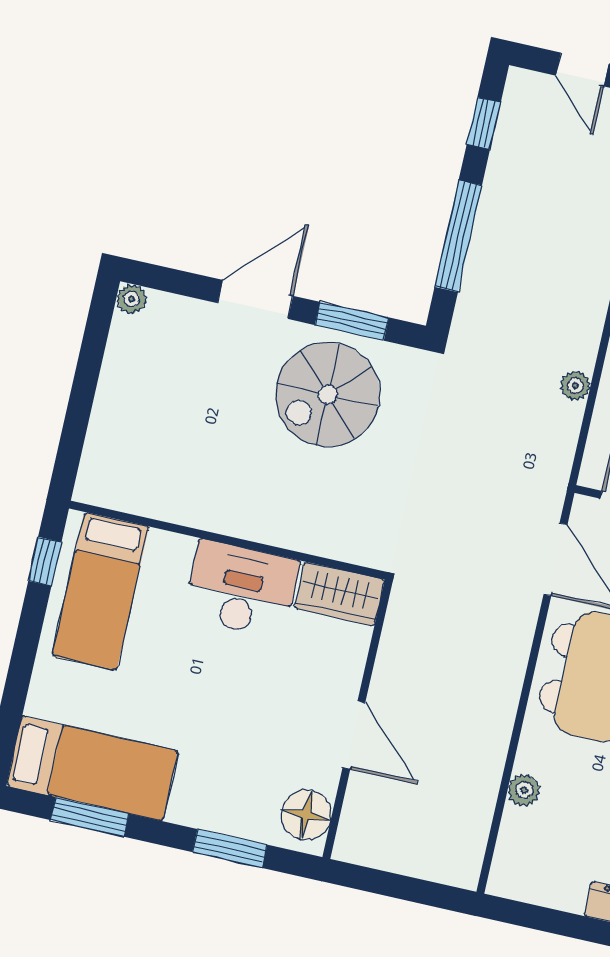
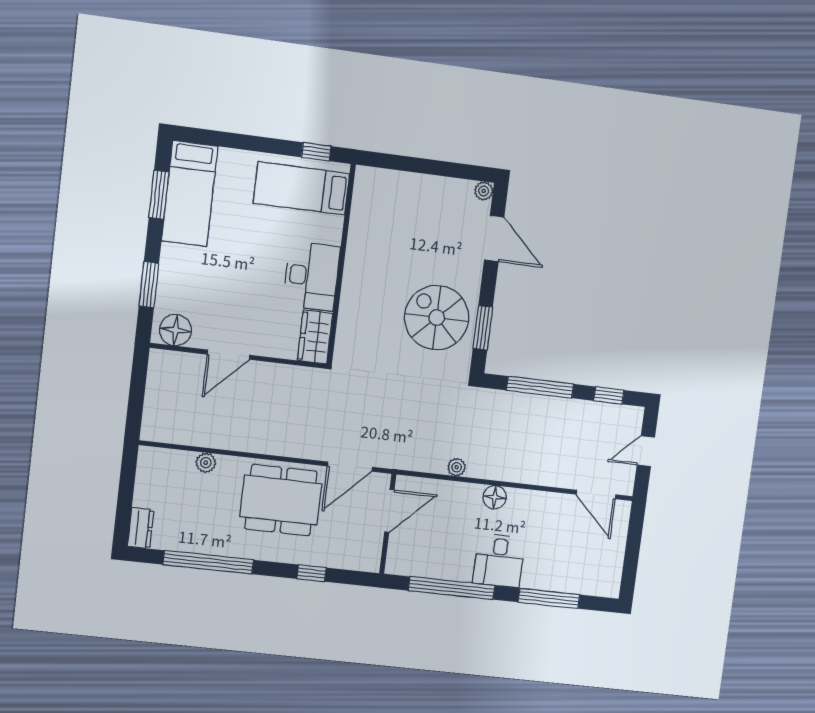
door: (255, 299) -> (494, 239), moved

